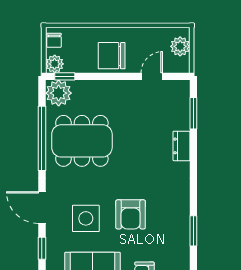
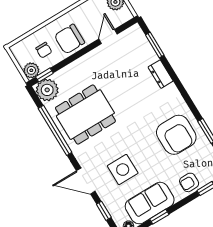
chair: (54, 40) -> (44, 50), moved
armchair: (131, 214) -> (176, 135), moved, width x1.36, depth x1.36

